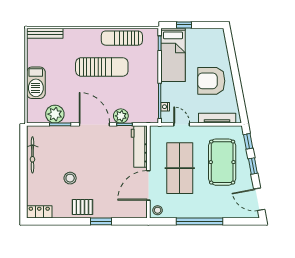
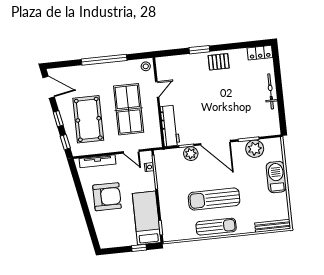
sun lounger: (122, 38) -> (216, 227), moved
bicycle: (32, 155) -> (271, 91), moved
stool: (70, 178) -> (234, 88), removed
door: (148, 185) -> (157, 89), width x0.53

